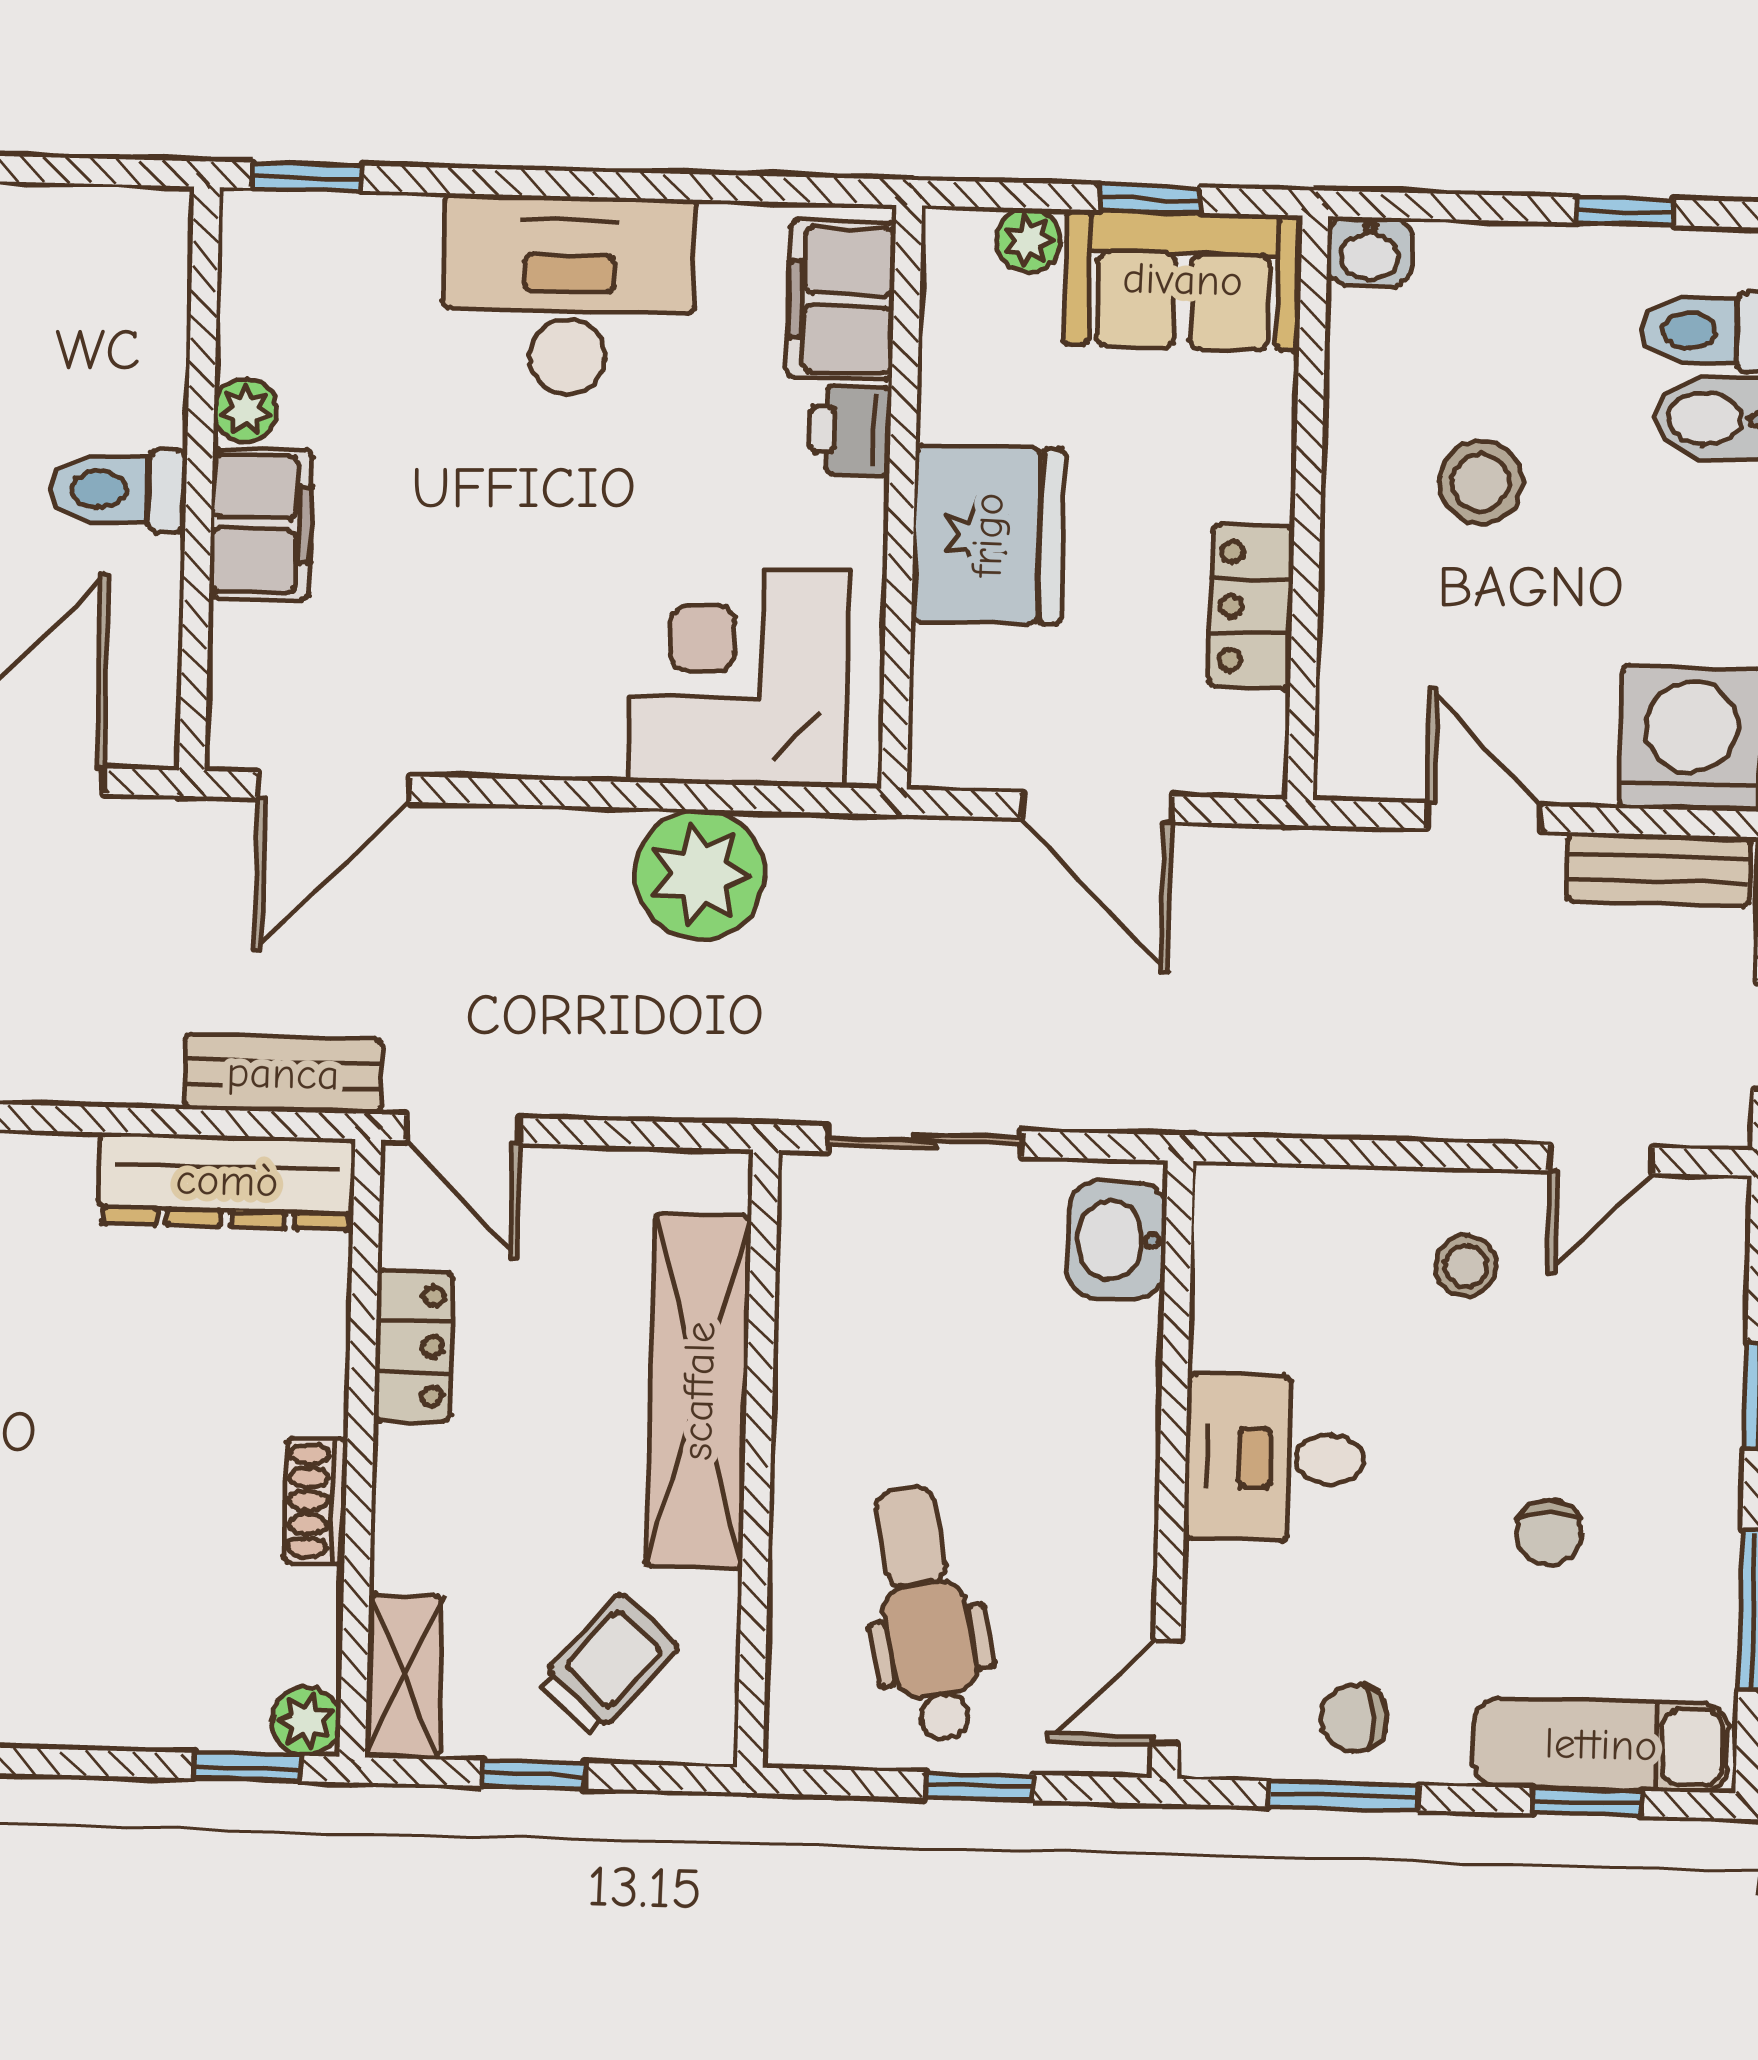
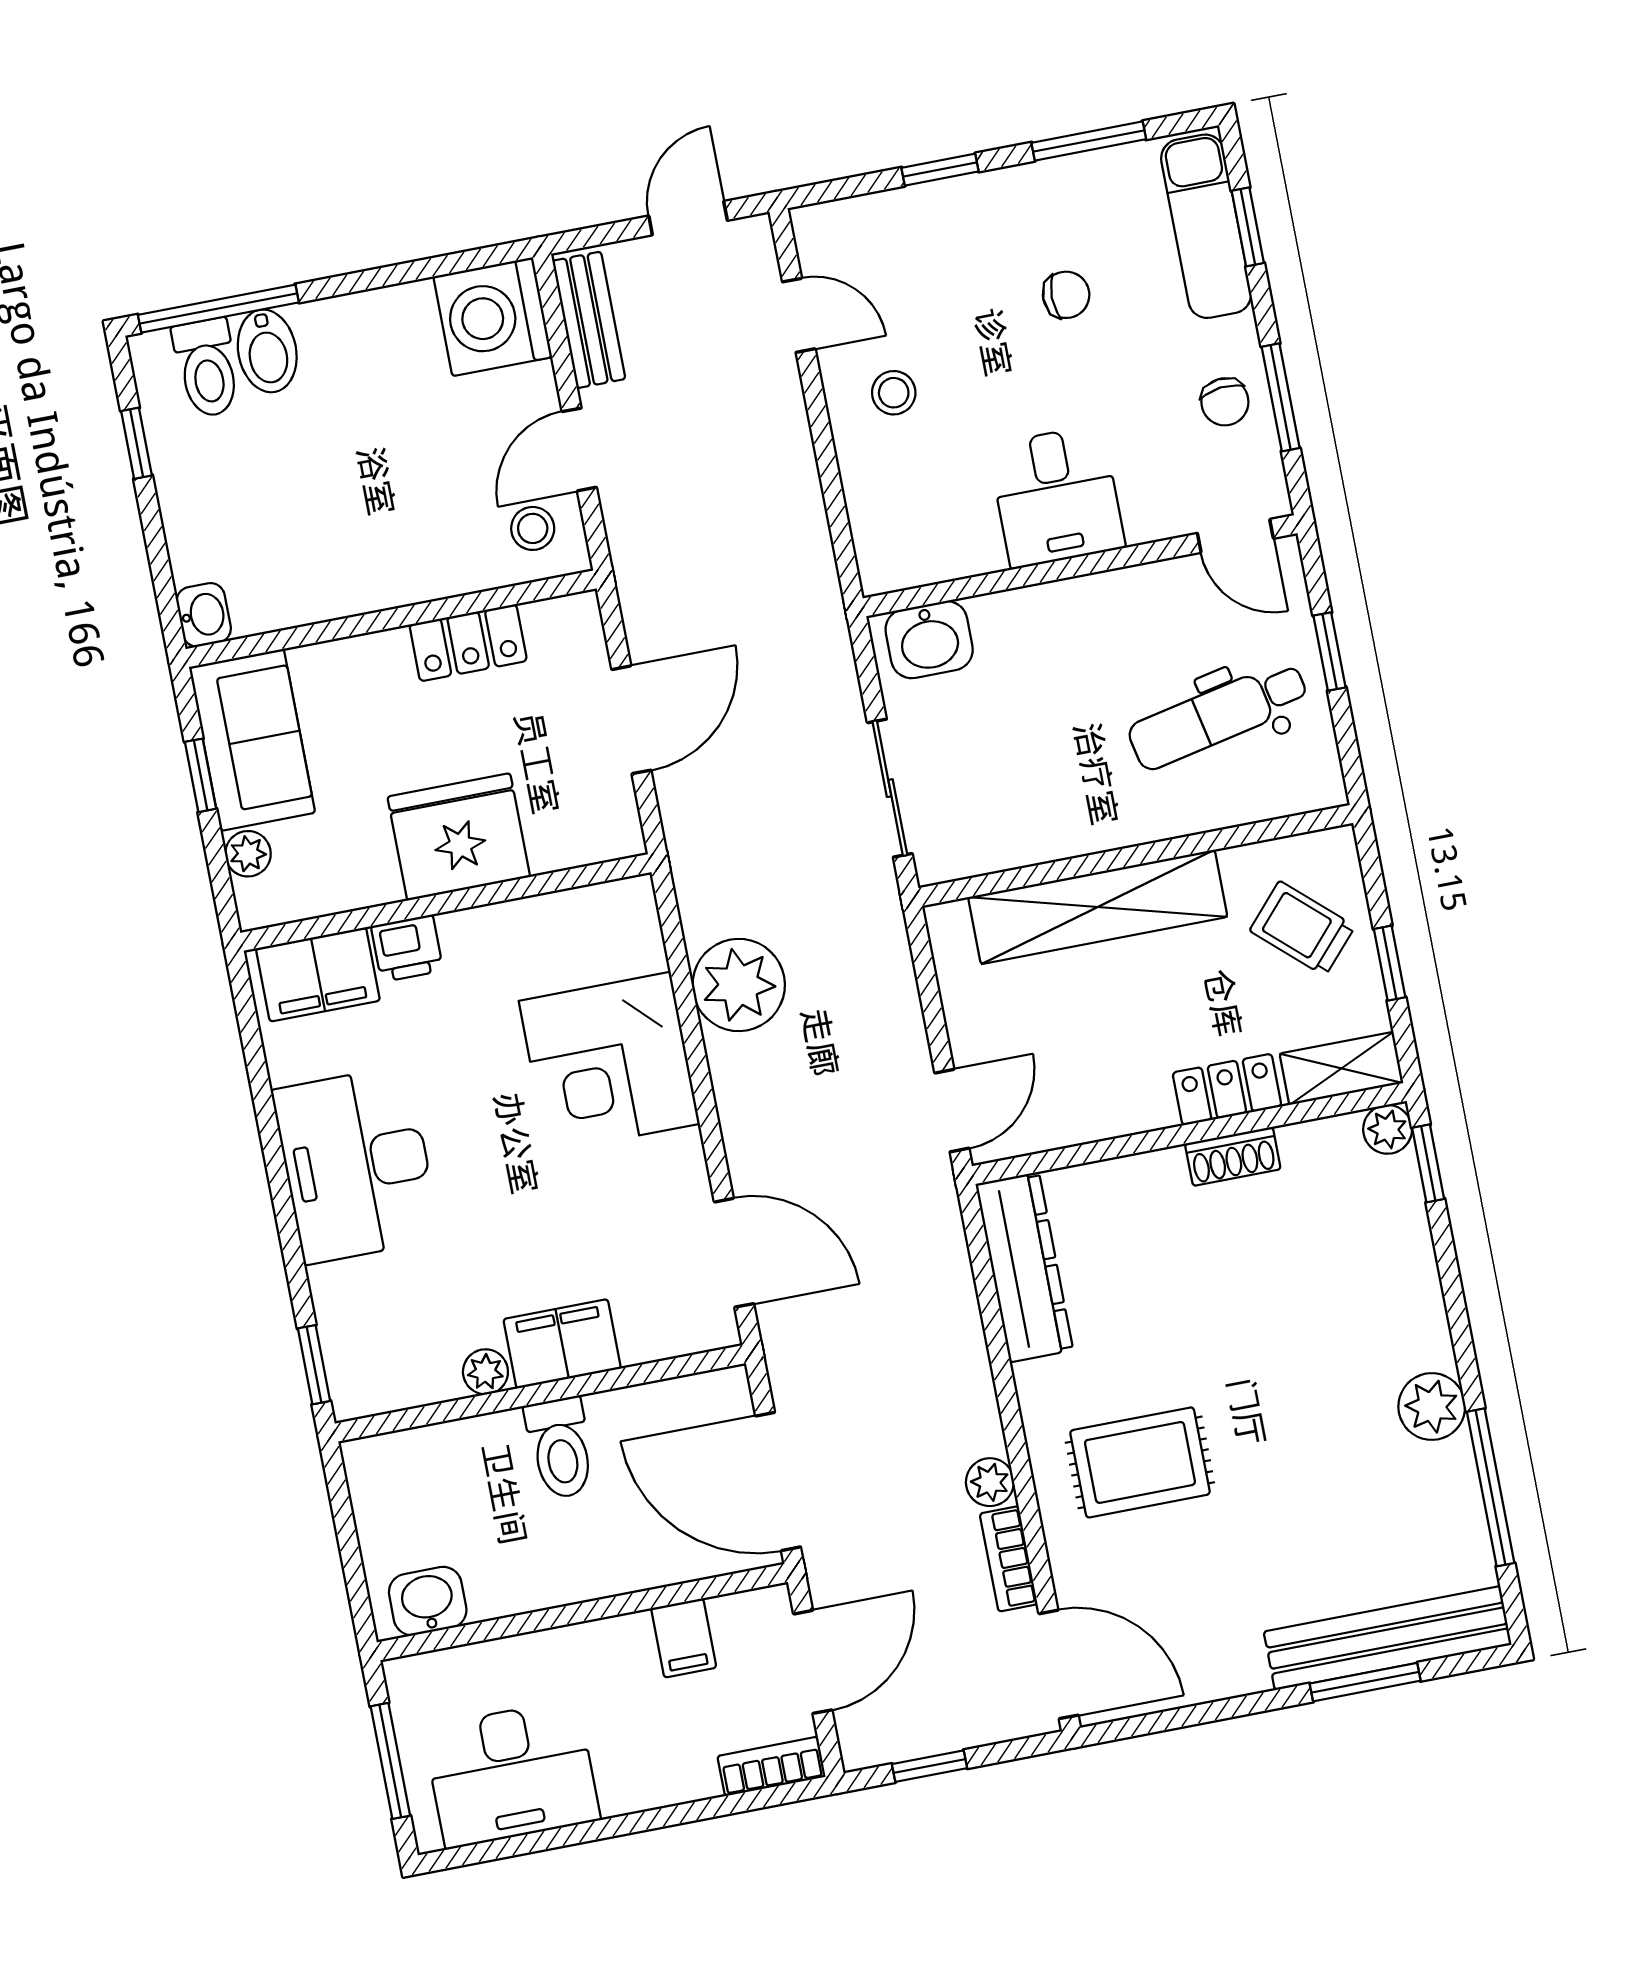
stool: (1481, 483) -> (533, 528), moved, width x0.73, depth x0.73
corner desk: (739, 676) -> (609, 1062), moved
bench: (283, 1074) -> (941, 1244), removed
locker: (413, 1346) -> (1227, 1090), moved

